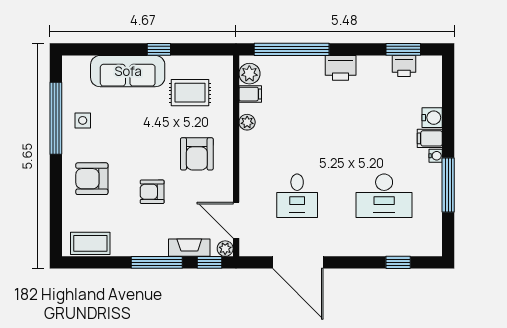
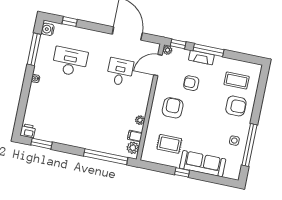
printer: (404, 66) -> (28, 131), moved
printer: (341, 68) -> (80, 140), removed
water cooler: (432, 118) -> (48, 29), moved
filing cabinet: (430, 138) -> (37, 89), removed
window: (448, 185) -> (34, 49), moved
armchair: (152, 192) -> (191, 83), moved, turned 180
door: (236, 220) -> (158, 65), swing flipped
coffee table: (90, 243) -> (237, 80), moved
fireplace: (189, 248) -> (201, 58), moved

